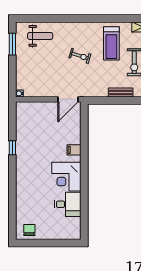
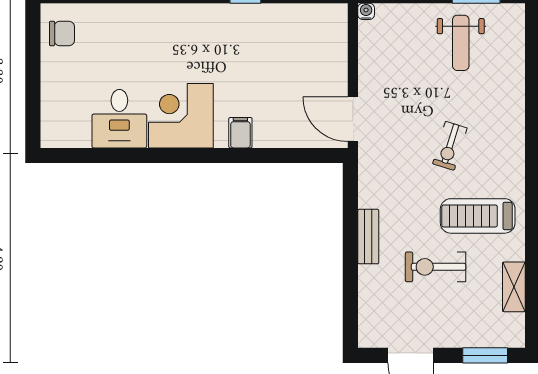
weight bench: (40, 36) -> (461, 43), moved

